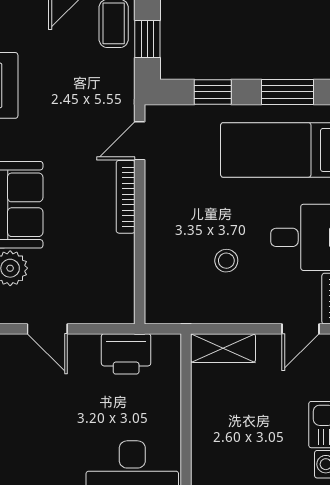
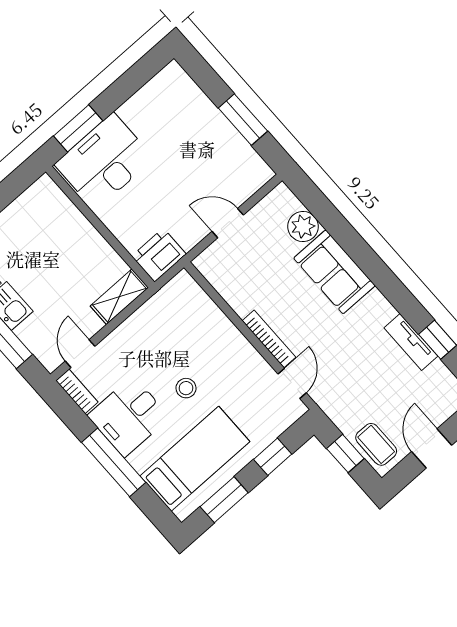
stool: (226, 261) -> (186, 388), moved
door: (47, 329) -> (228, 223), moved
printer: (126, 354) -> (159, 255), moved

